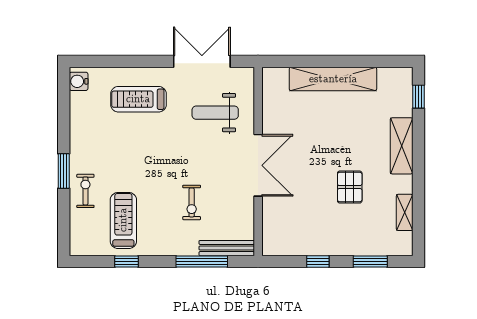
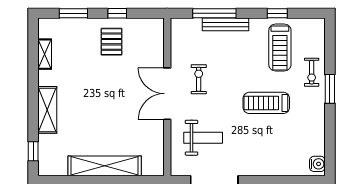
treadmill: (138, 99) -> (266, 103), moved, turned 180
pallet: (350, 187) -> (112, 42), moved
exercise bike: (192, 202) -> (199, 79), moved
bench: (227, 248) -> (226, 24), moved

